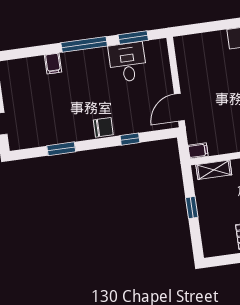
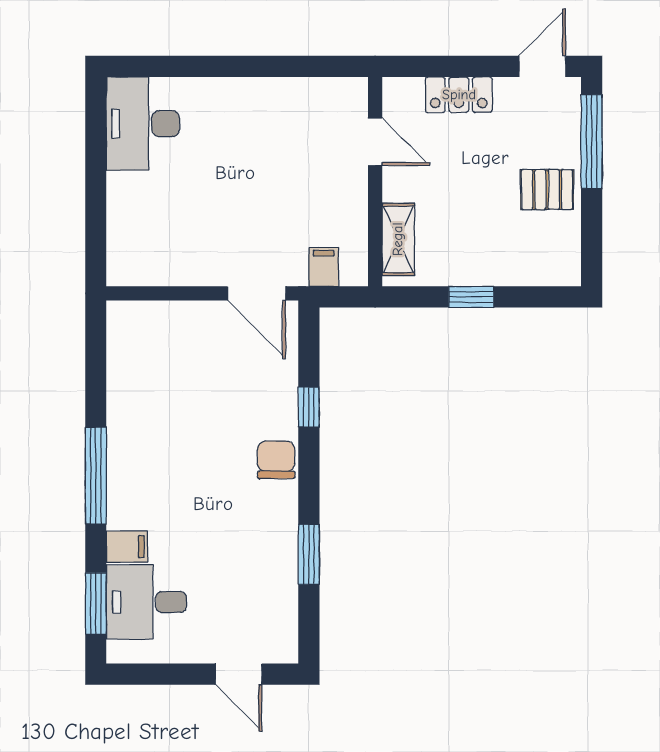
window: (133, 37) -> (96, 604), moved
desk: (128, 62) -> (146, 602), moved
filing cabinet: (198, 151) -> (324, 267), moved

